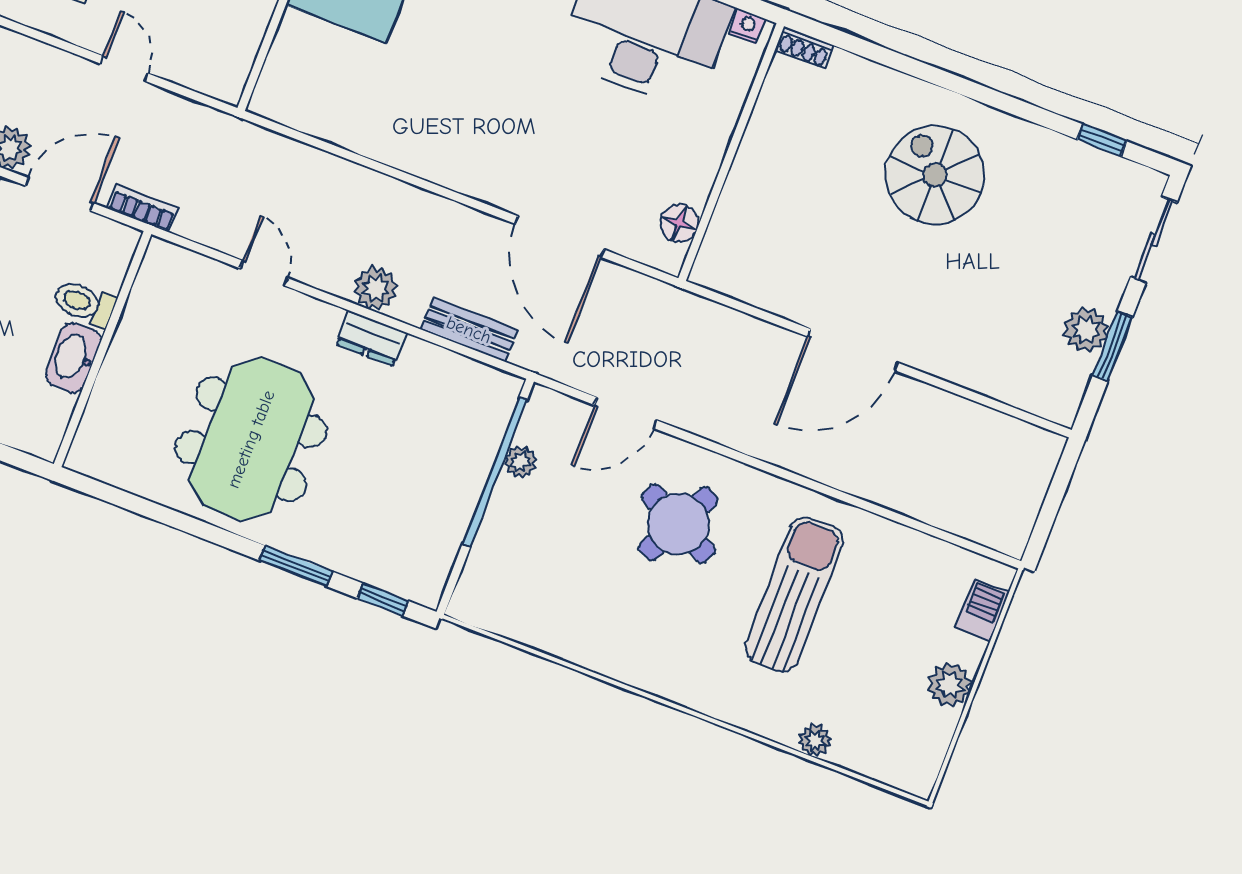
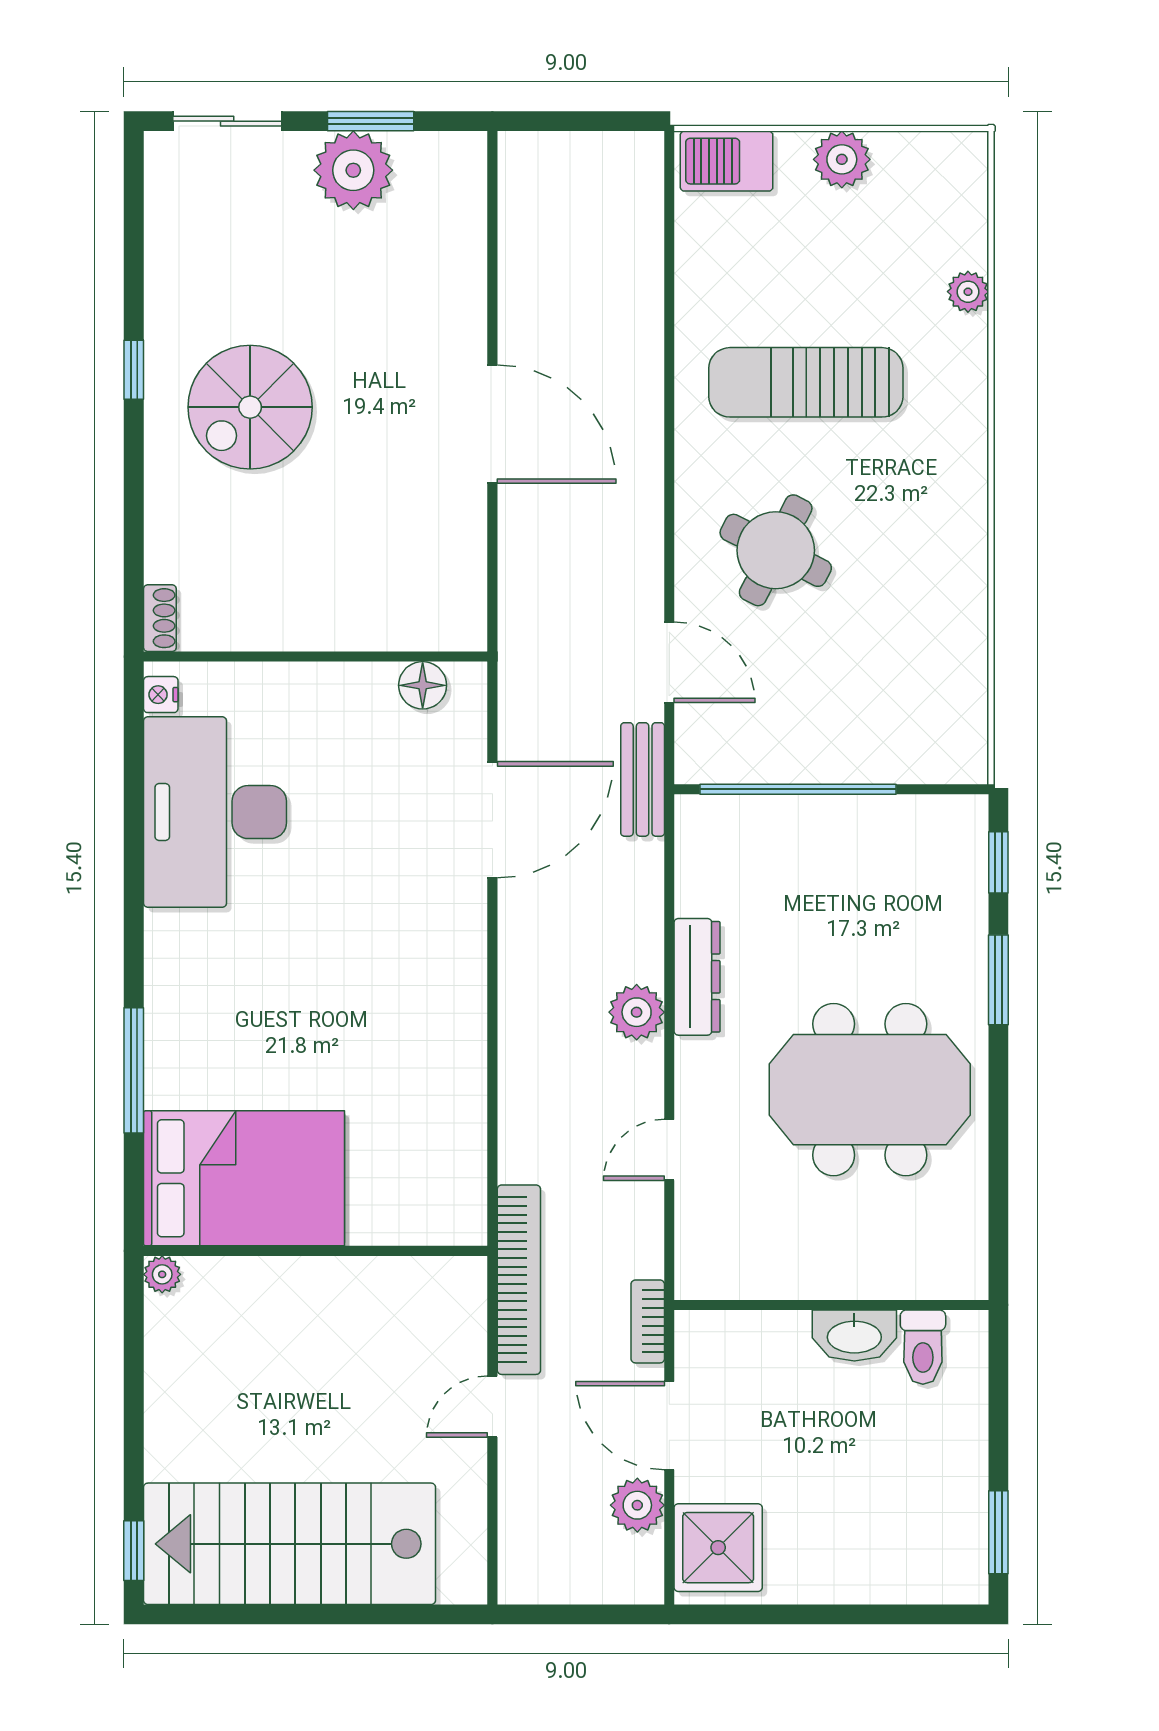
bookcase: (211, 125) -> (519, 1280), added
window: (1102, 140) -> (134, 370), moved
toilet: (84, 303) -> (923, 1347), moved
bench: (469, 330) -> (643, 779), moved
plant: (1086, 330) -> (353, 170), width x1.36, depth x1.36
dresser: (371, 338) -> (697, 977), width x1.44
plant: (520, 462) -> (774, 764), removed
barbecue: (982, 610) -> (727, 161), width x1.38, depth x1.27

